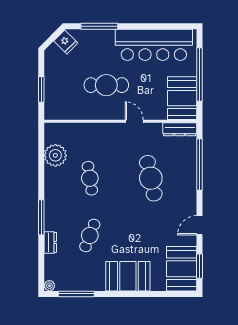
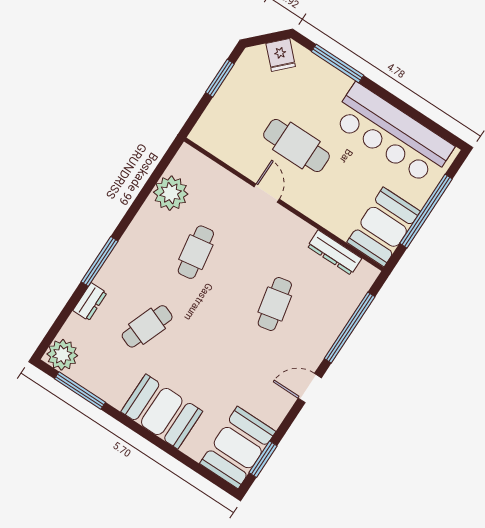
window: (41, 89) -> (220, 78), moved
door: (134, 121) -> (267, 193), moved
dresser: (180, 129) -> (334, 252), moved
cafe table: (151, 178) -> (275, 304), width x0.73, depth x0.74
door: (199, 225) -> (310, 388), moved
plant: (49, 286) -> (62, 355), width x1.87, depth x1.87

